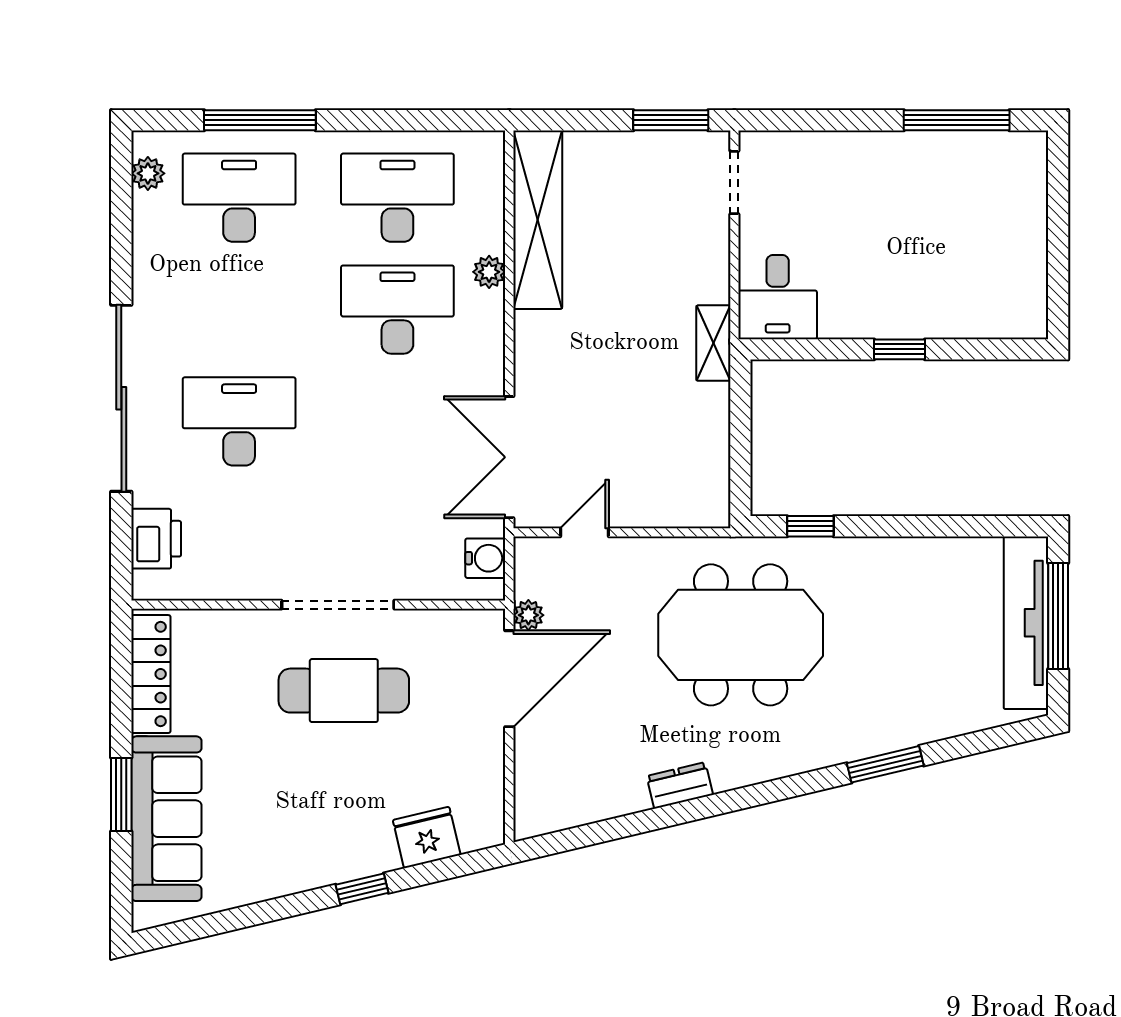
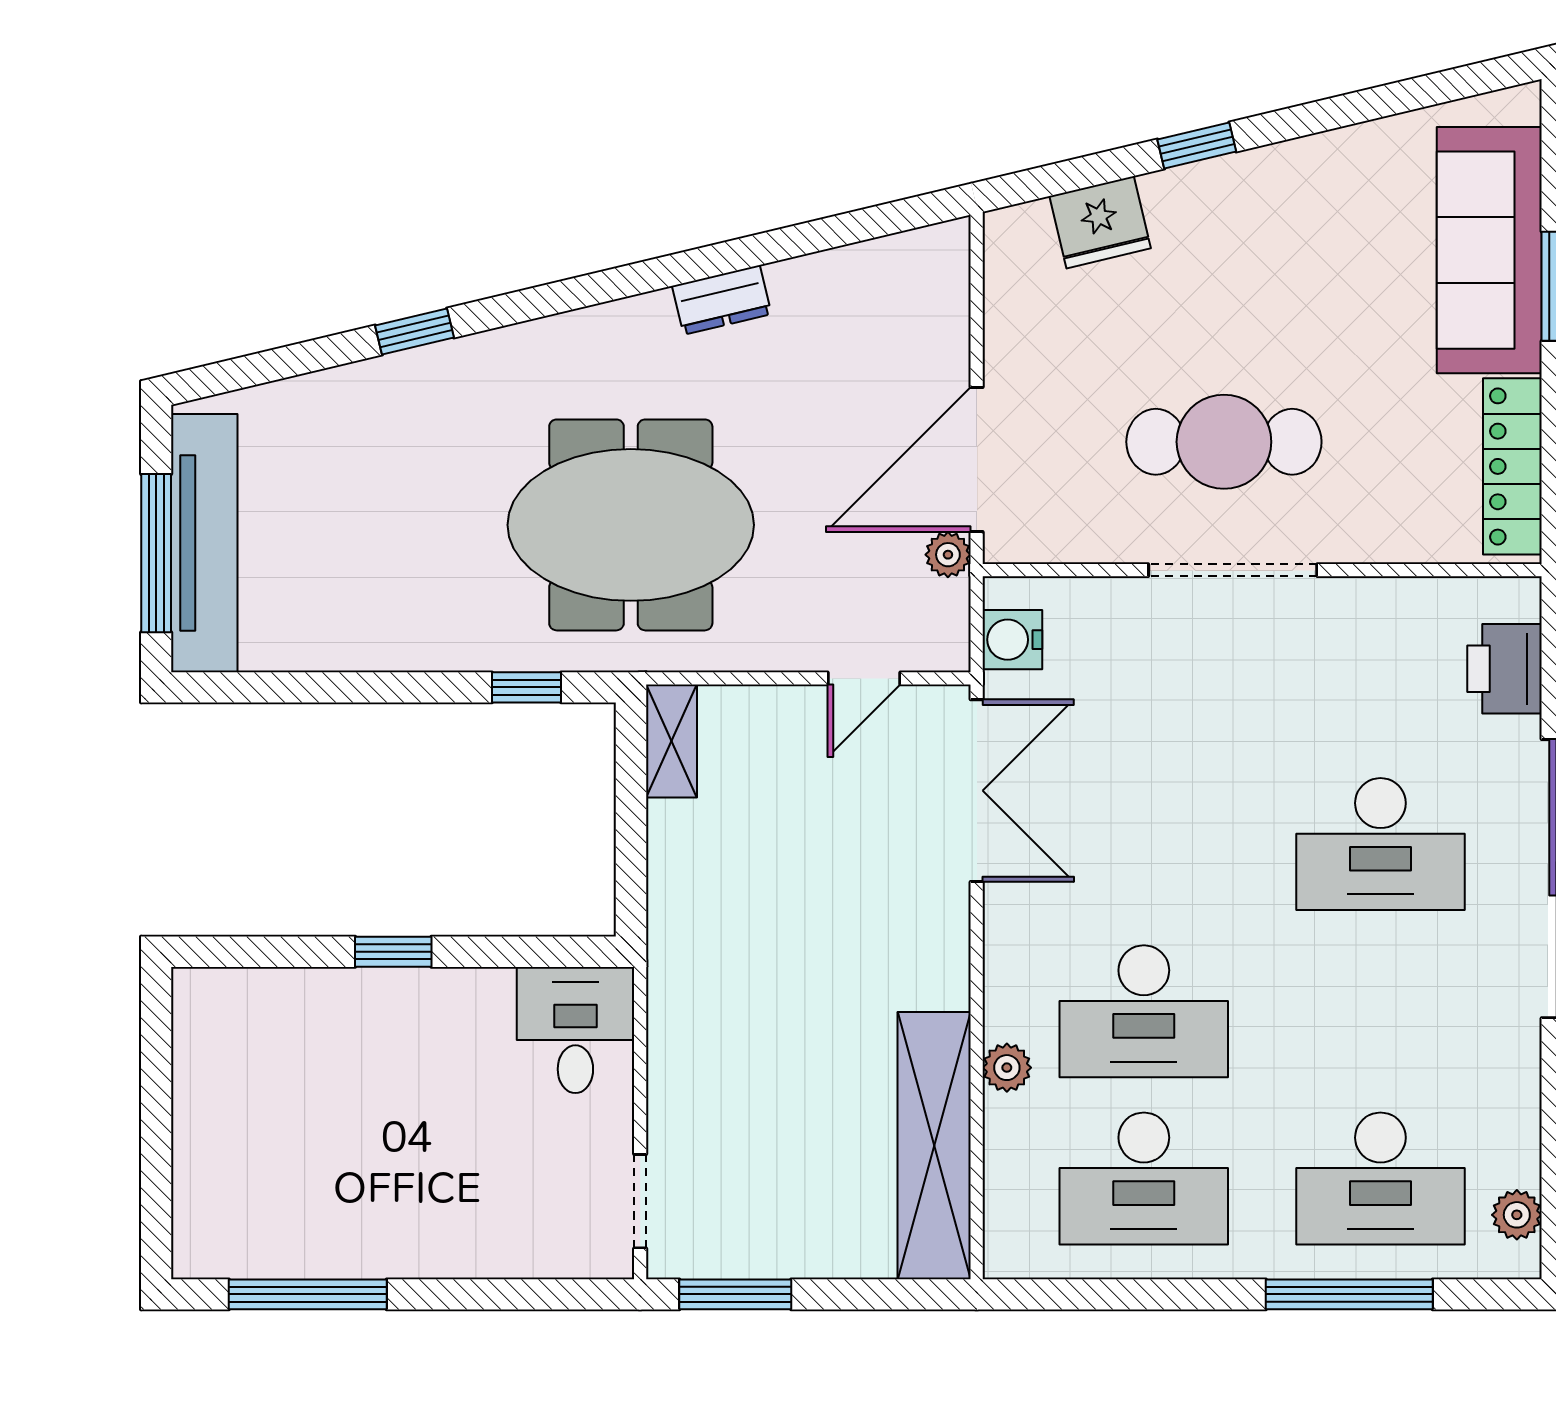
shelving: (713, 343) -> (672, 741), moved
window: (885, 764) -> (414, 331), width x0.67

